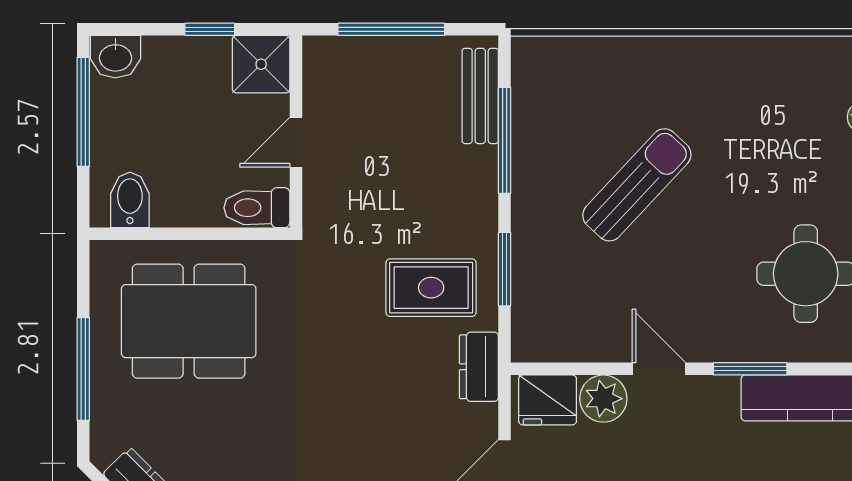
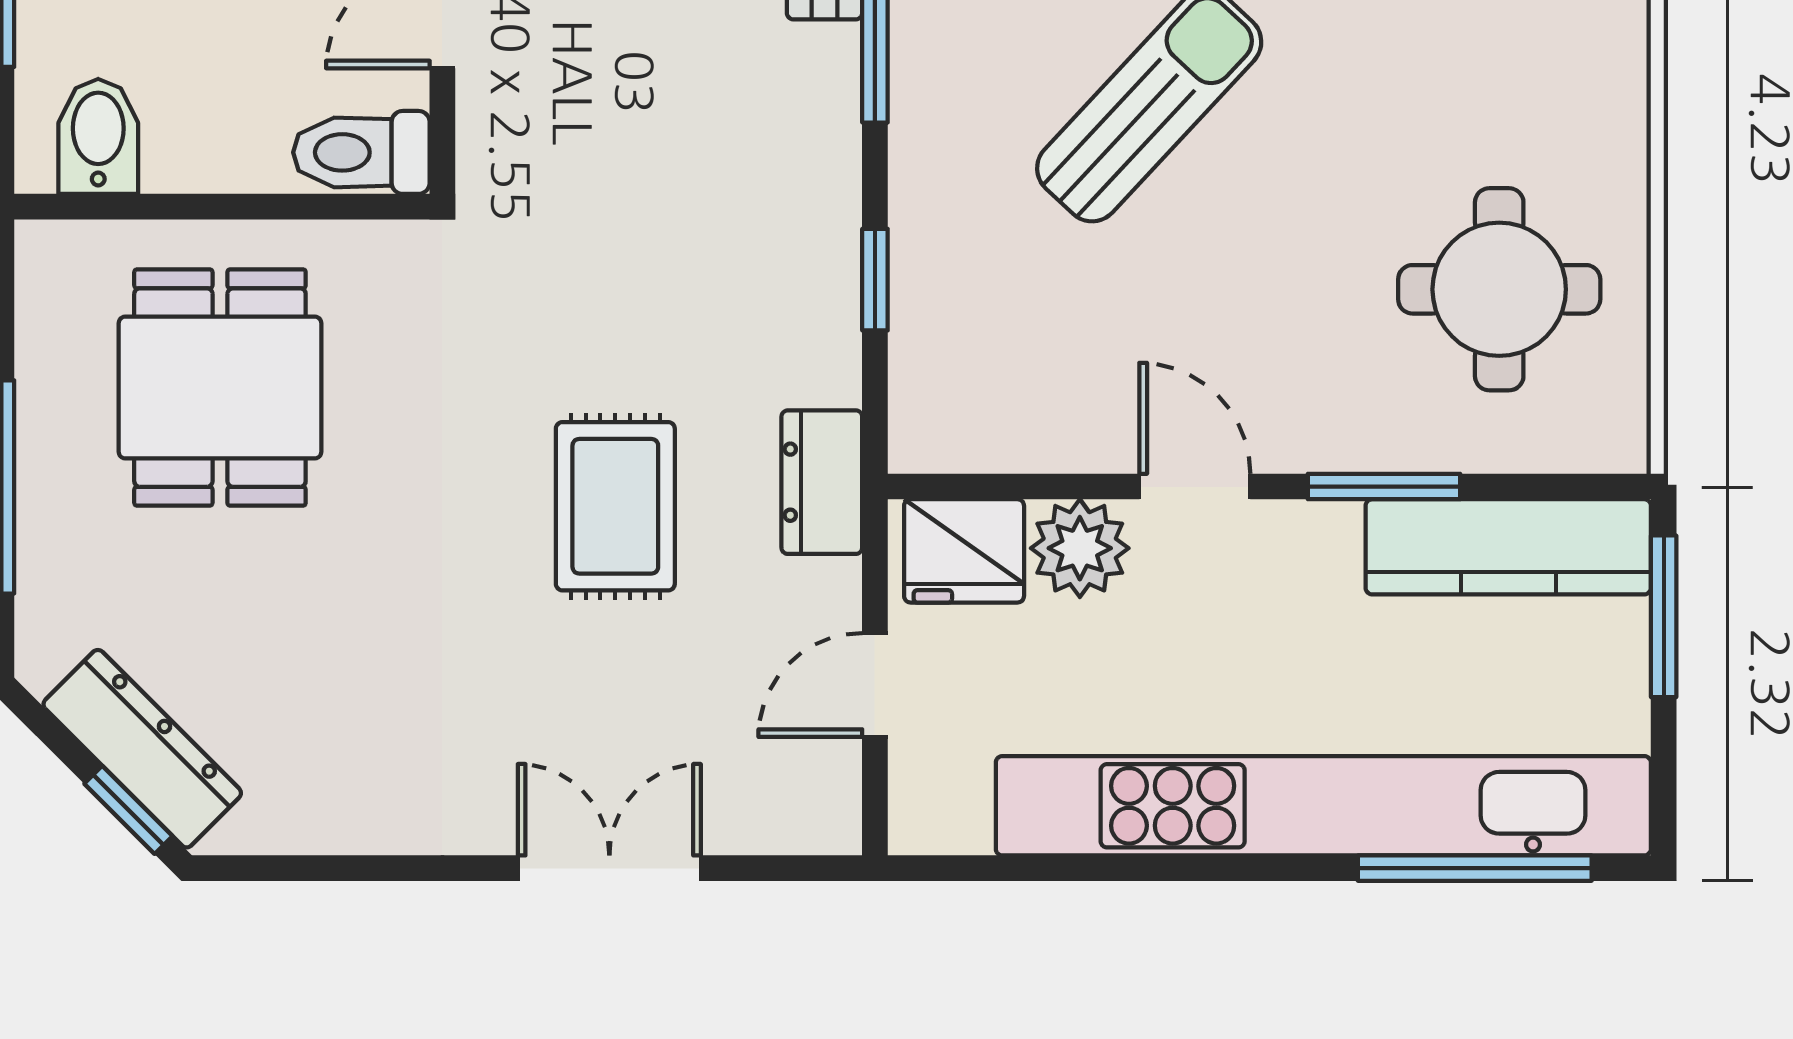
window: (505, 269) -> (875, 280), width x0.67
rug: (431, 288) -> (615, 506), moved, turned 90
dining table: (189, 321) -> (220, 388), width x0.73

